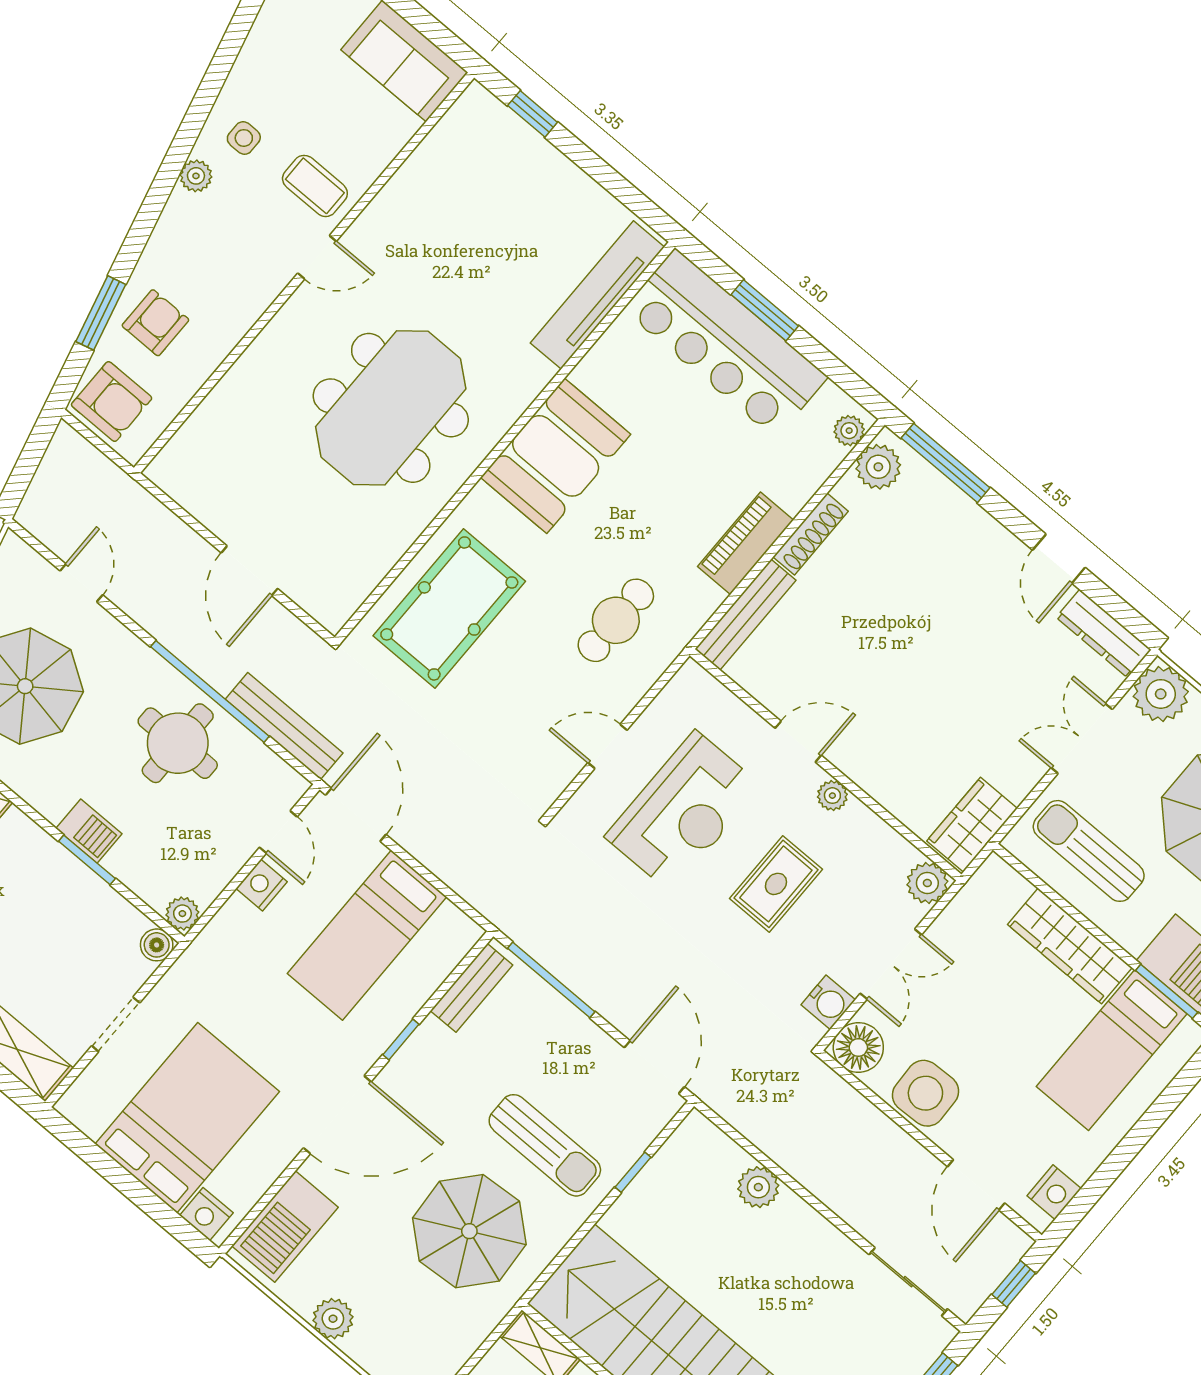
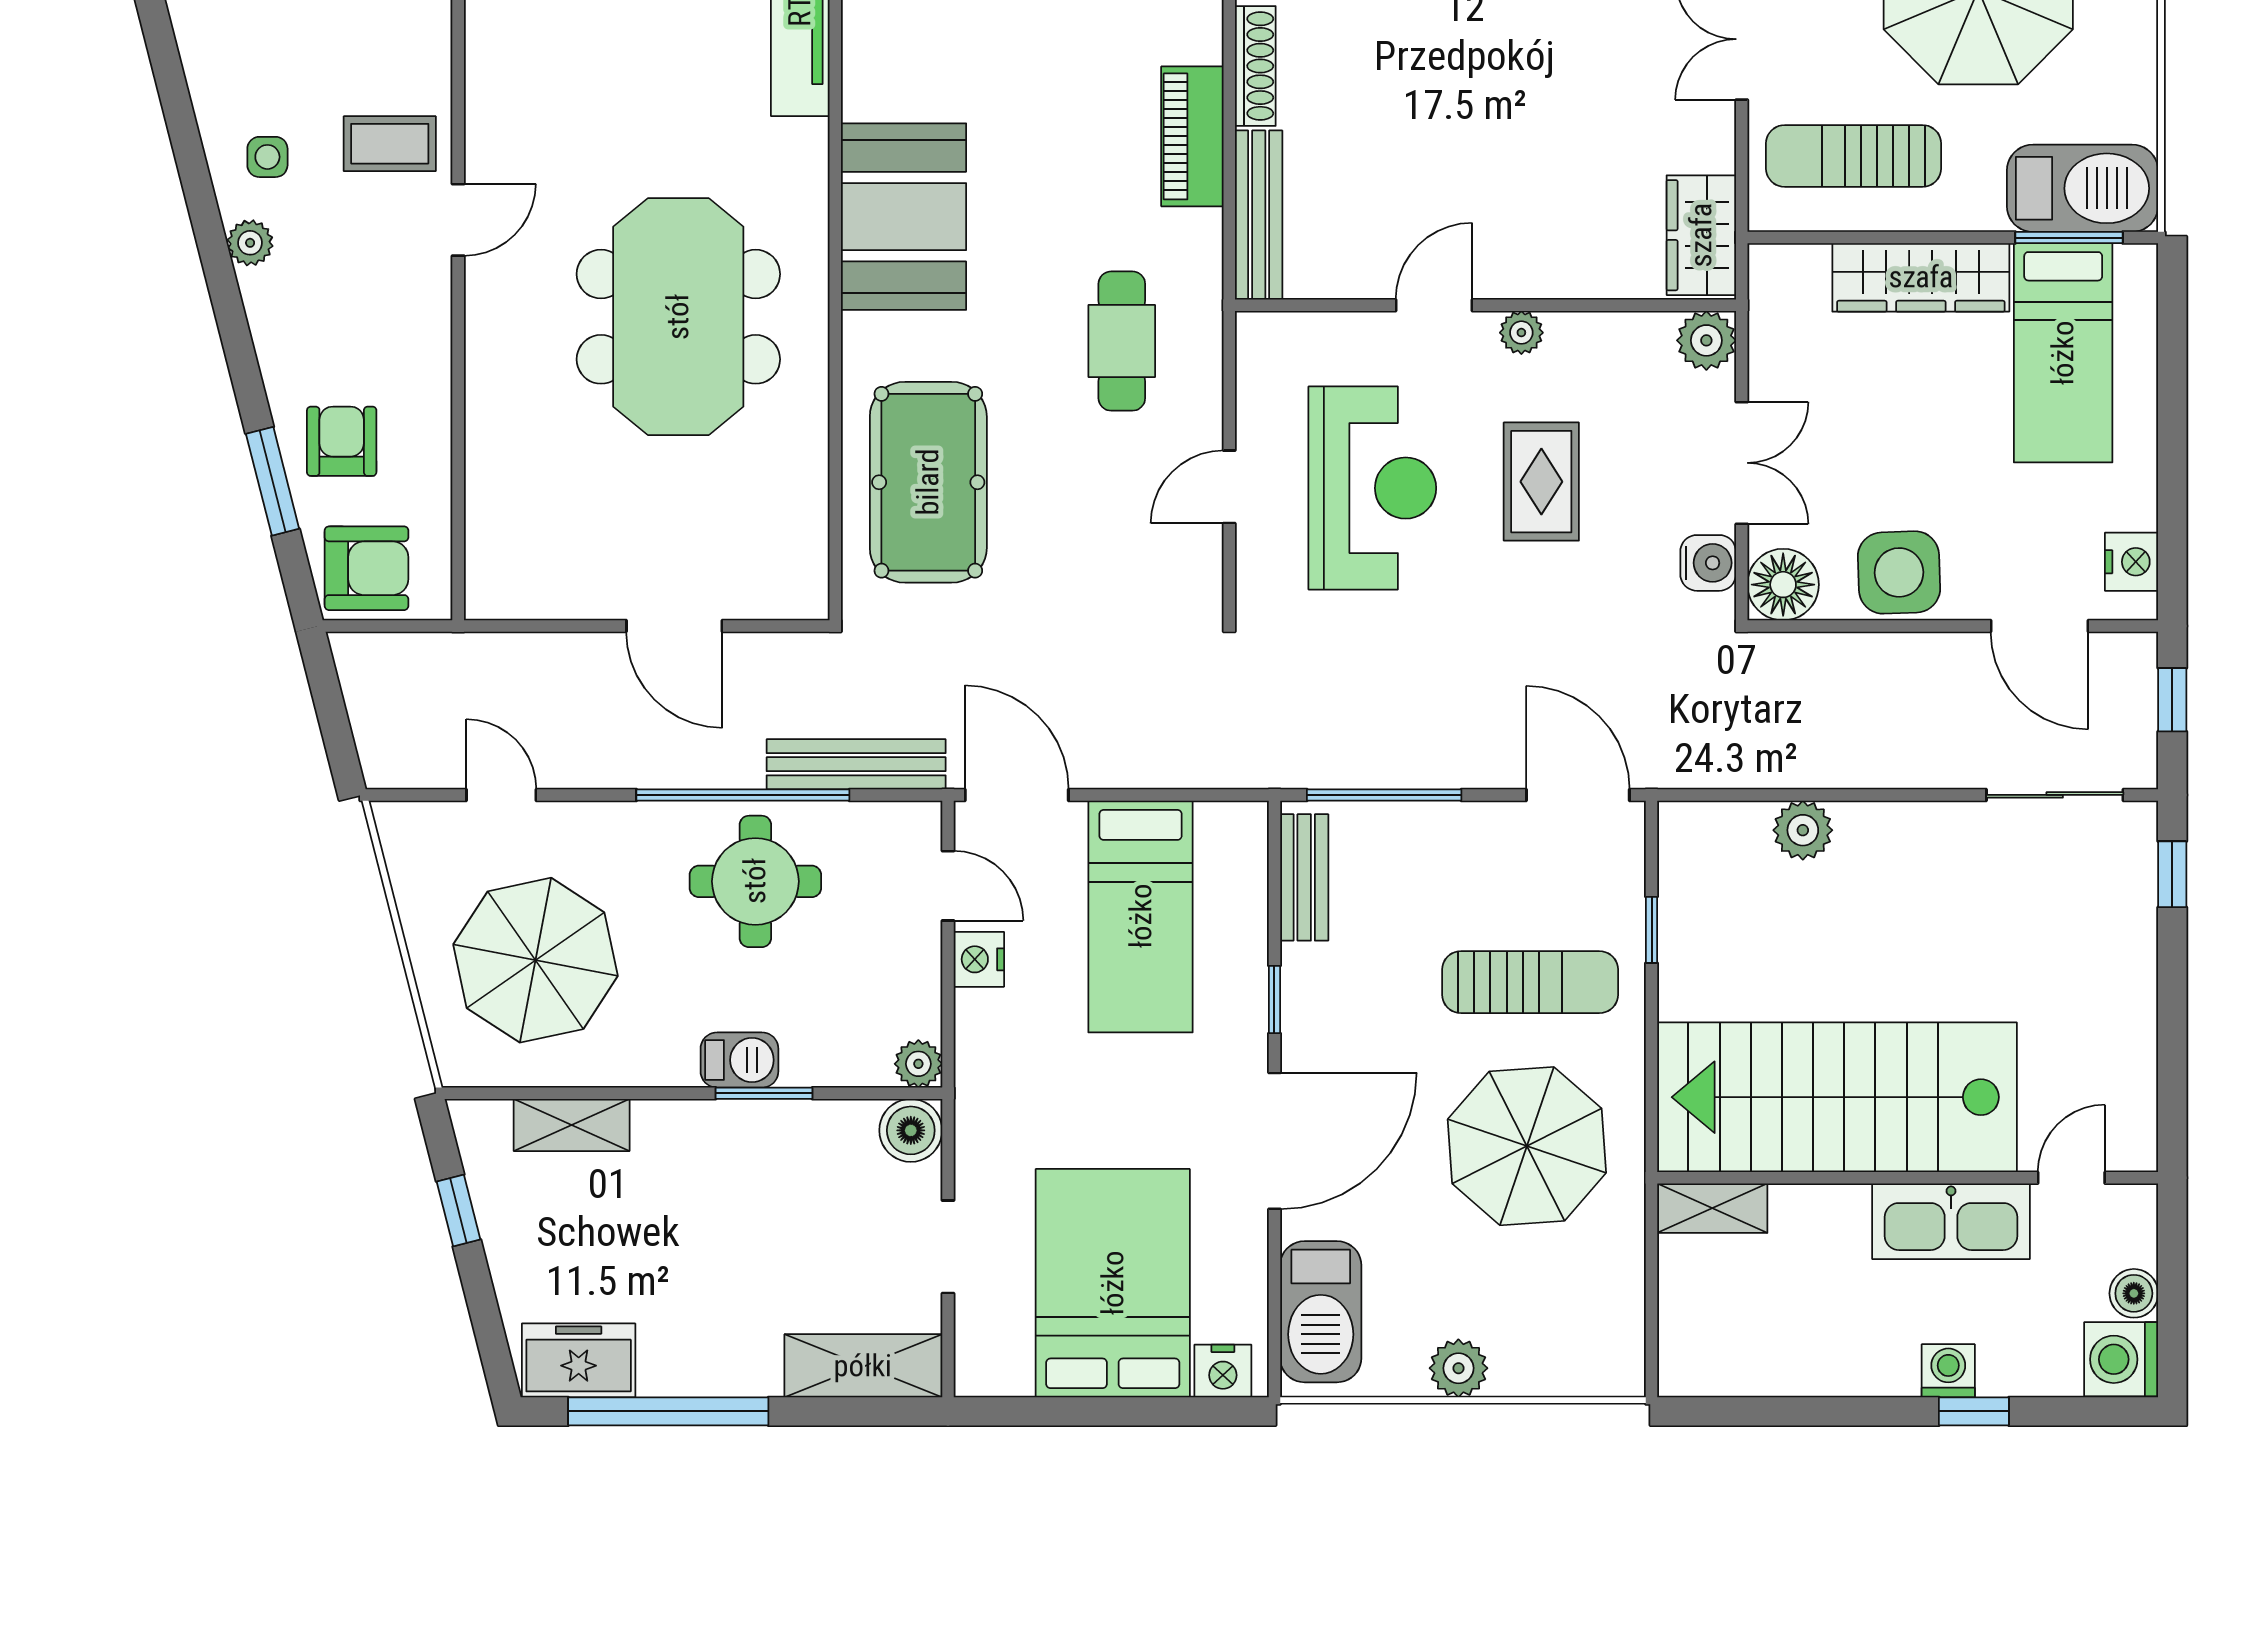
boiler: (157, 945) -> (911, 1130), width x1.36, depth x1.36

